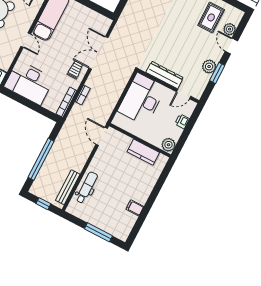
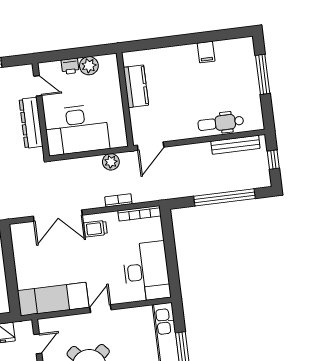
plant: (109, 106) -> (111, 162), added
plant: (168, 145) -> (89, 66), moved

